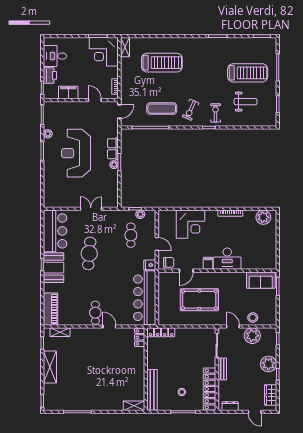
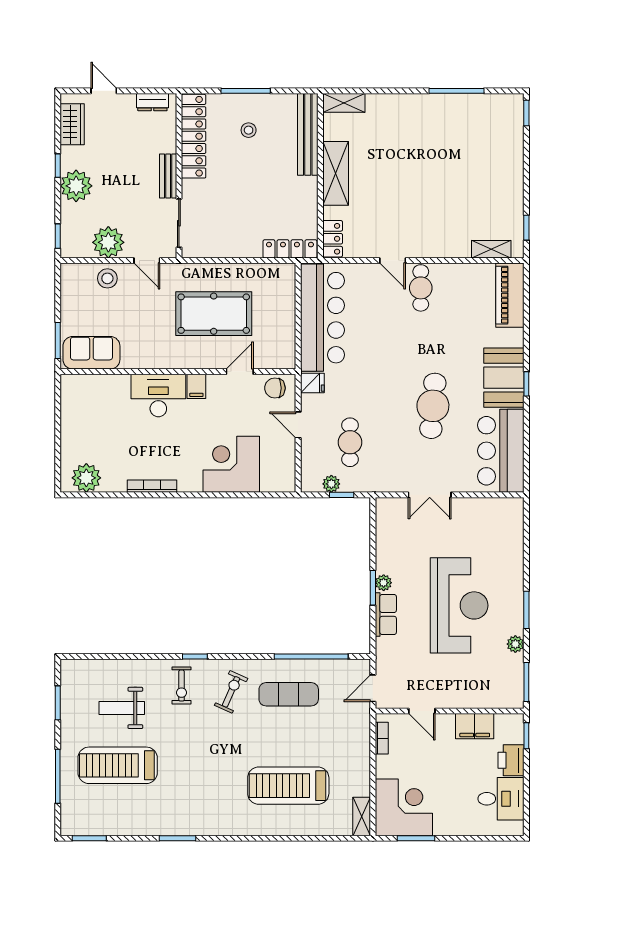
shelving: (50, 367) -> (336, 173), moved

